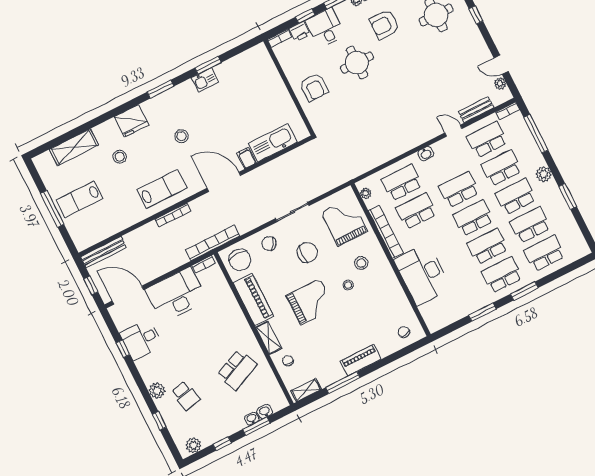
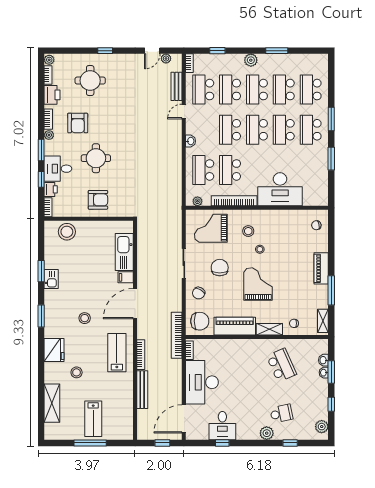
stool: (263, 71) -> (67, 232), added
window: (536, 134) -> (217, 51), width x0.46
bench: (103, 252) -> (142, 390), moved

